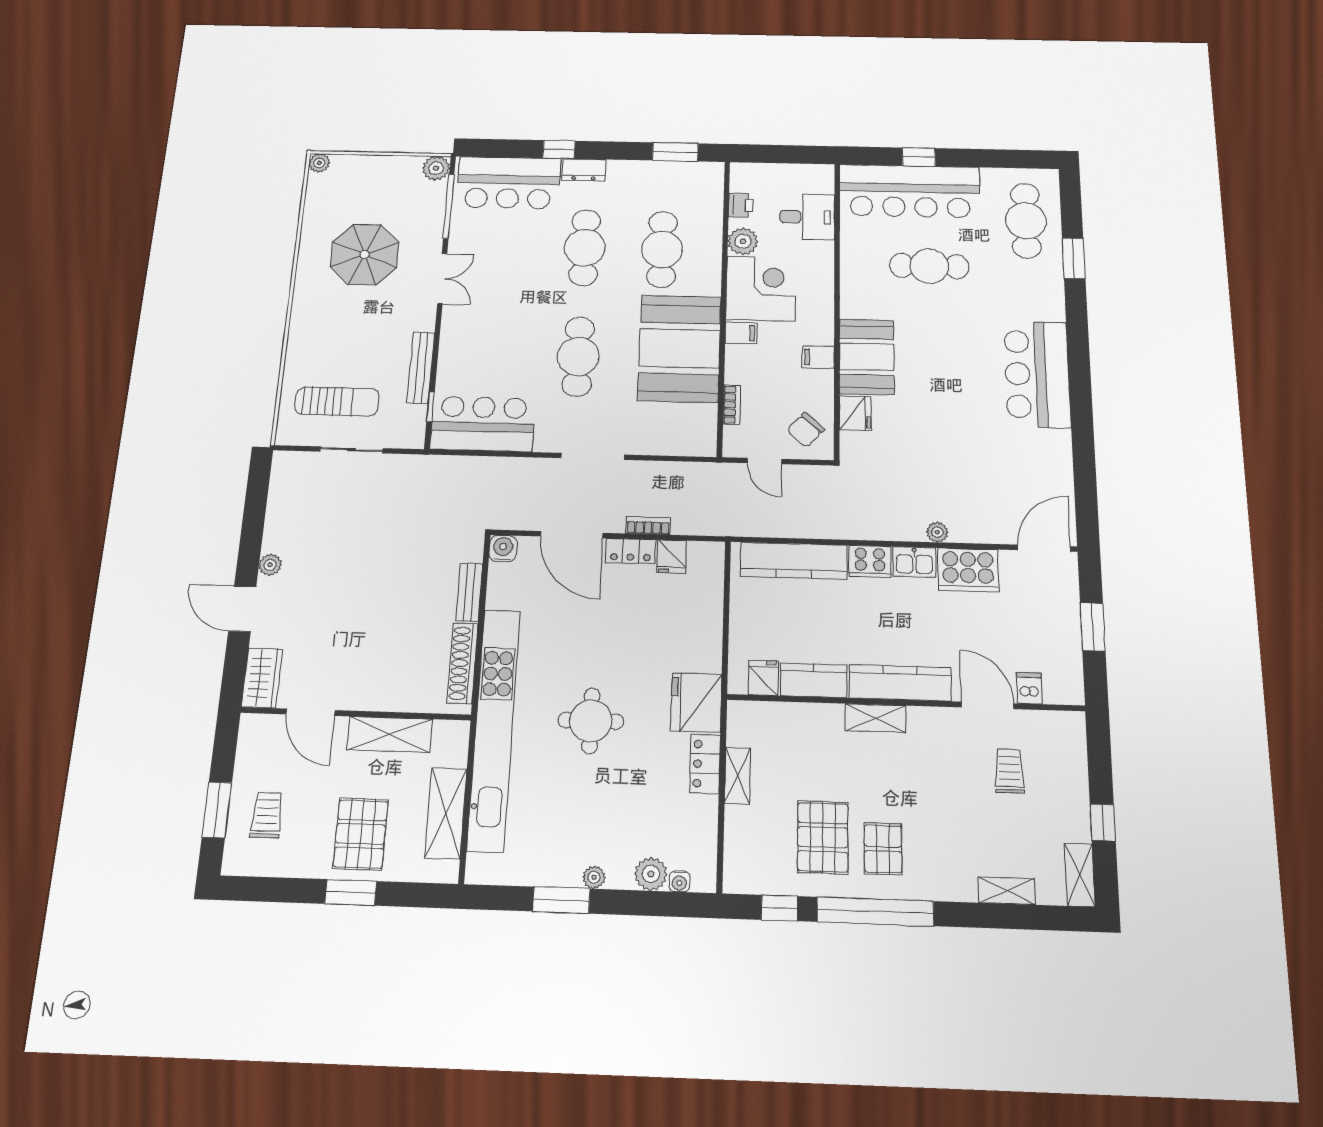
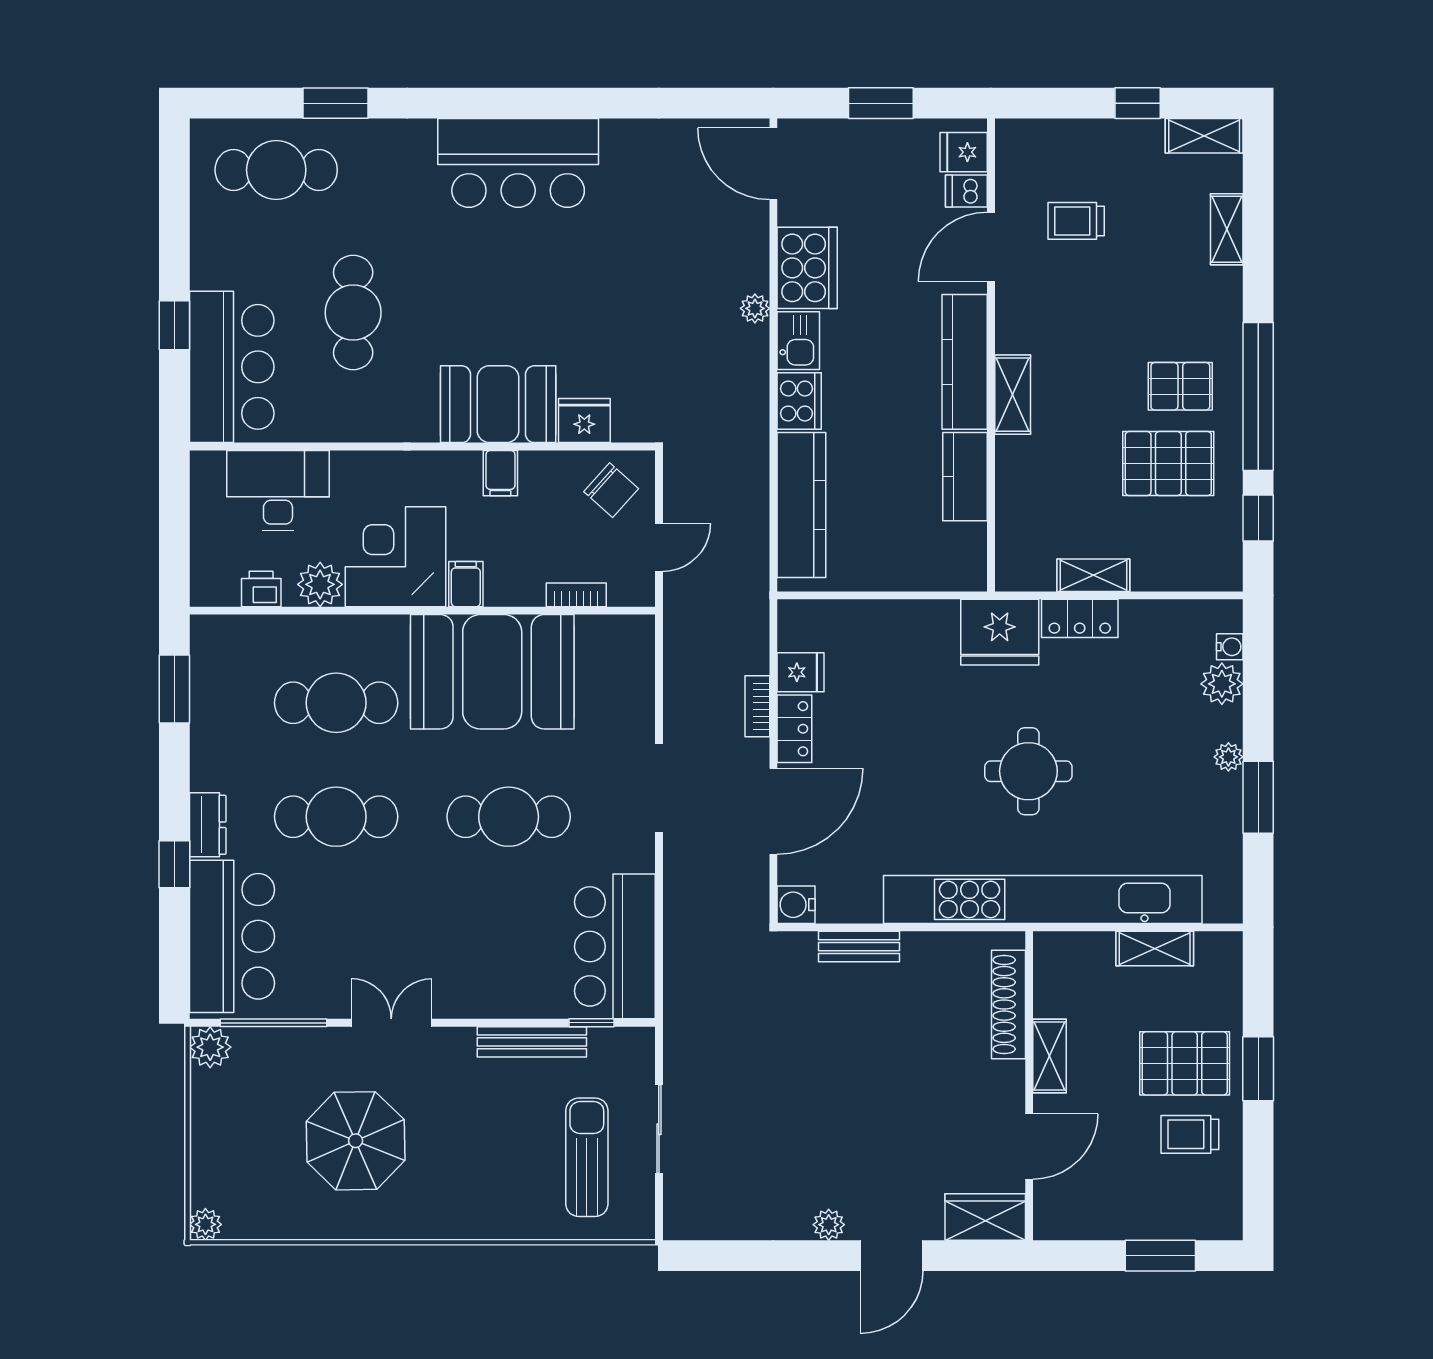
bar counter: (910, 191) -> (232, 367), width x0.73
desk: (807, 217) -> (278, 491), width x1.37
shoe rack: (463, 663) -> (1008, 1004), moved, turned 90
fridge: (763, 678) -> (964, 152), moved
shelving: (390, 734) -> (1050, 1056), width x0.67, depth x0.75
shelving: (446, 813) -> (1155, 949), width x0.67, depth x0.75
trolley: (267, 815) -> (1190, 1134), moved

